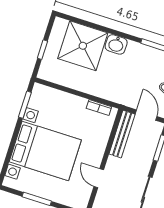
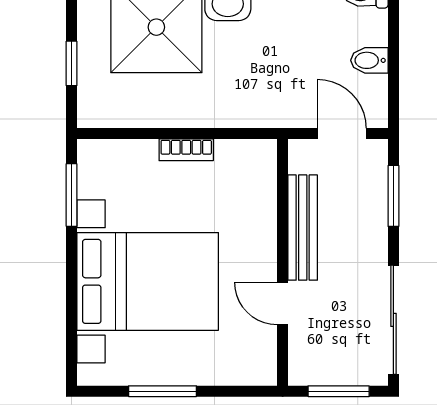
bookcase: (99, 107) -> (186, 150), moved
bench: (122, 134) -> (303, 228), moved

